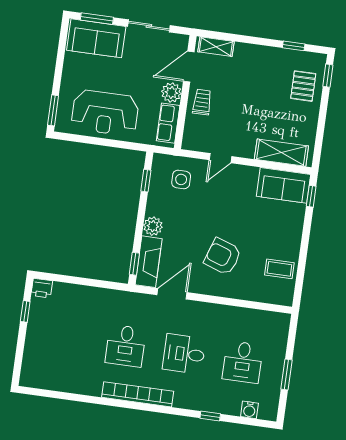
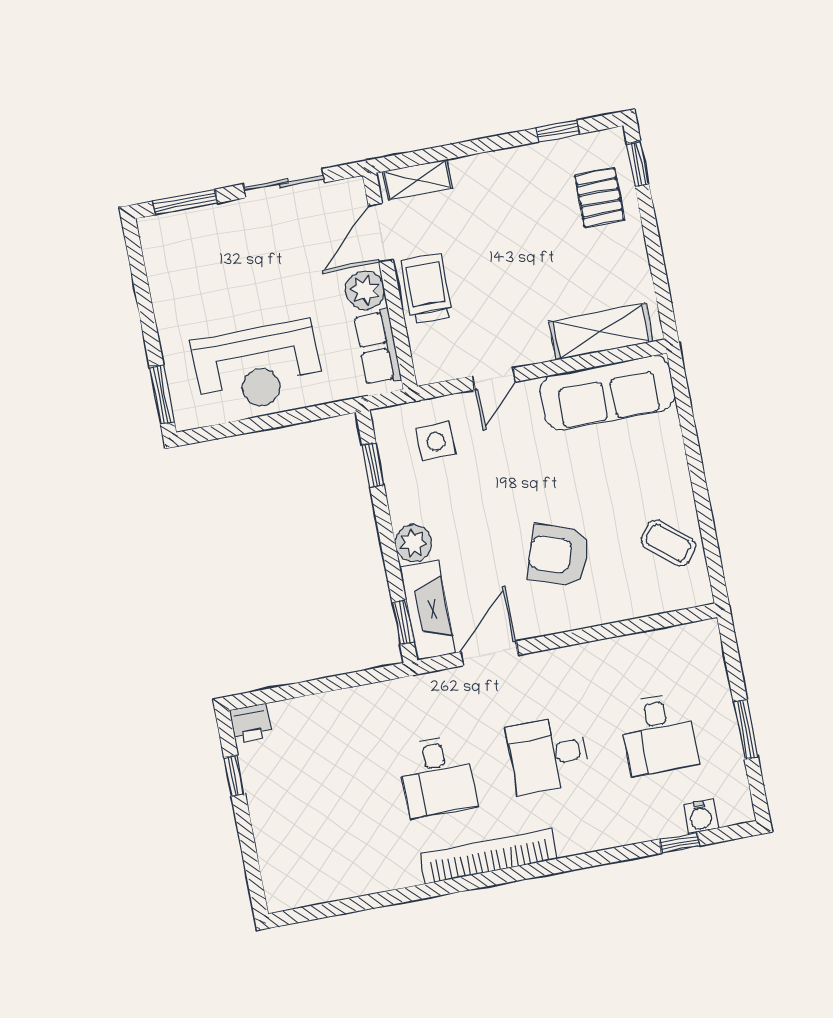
sofa: (96, 38) -> (196, 238), removed
trolley: (202, 102) -> (426, 289), width x1.36, depth x1.39
sofa: (283, 185) -> (607, 393), width x1.36
window: (311, 196) -> (681, 392), removed
coffee table: (279, 269) -> (668, 543), turned 40
window: (210, 416) -> (680, 843), moved

